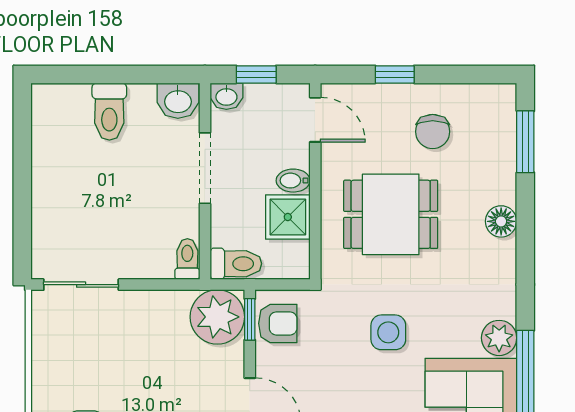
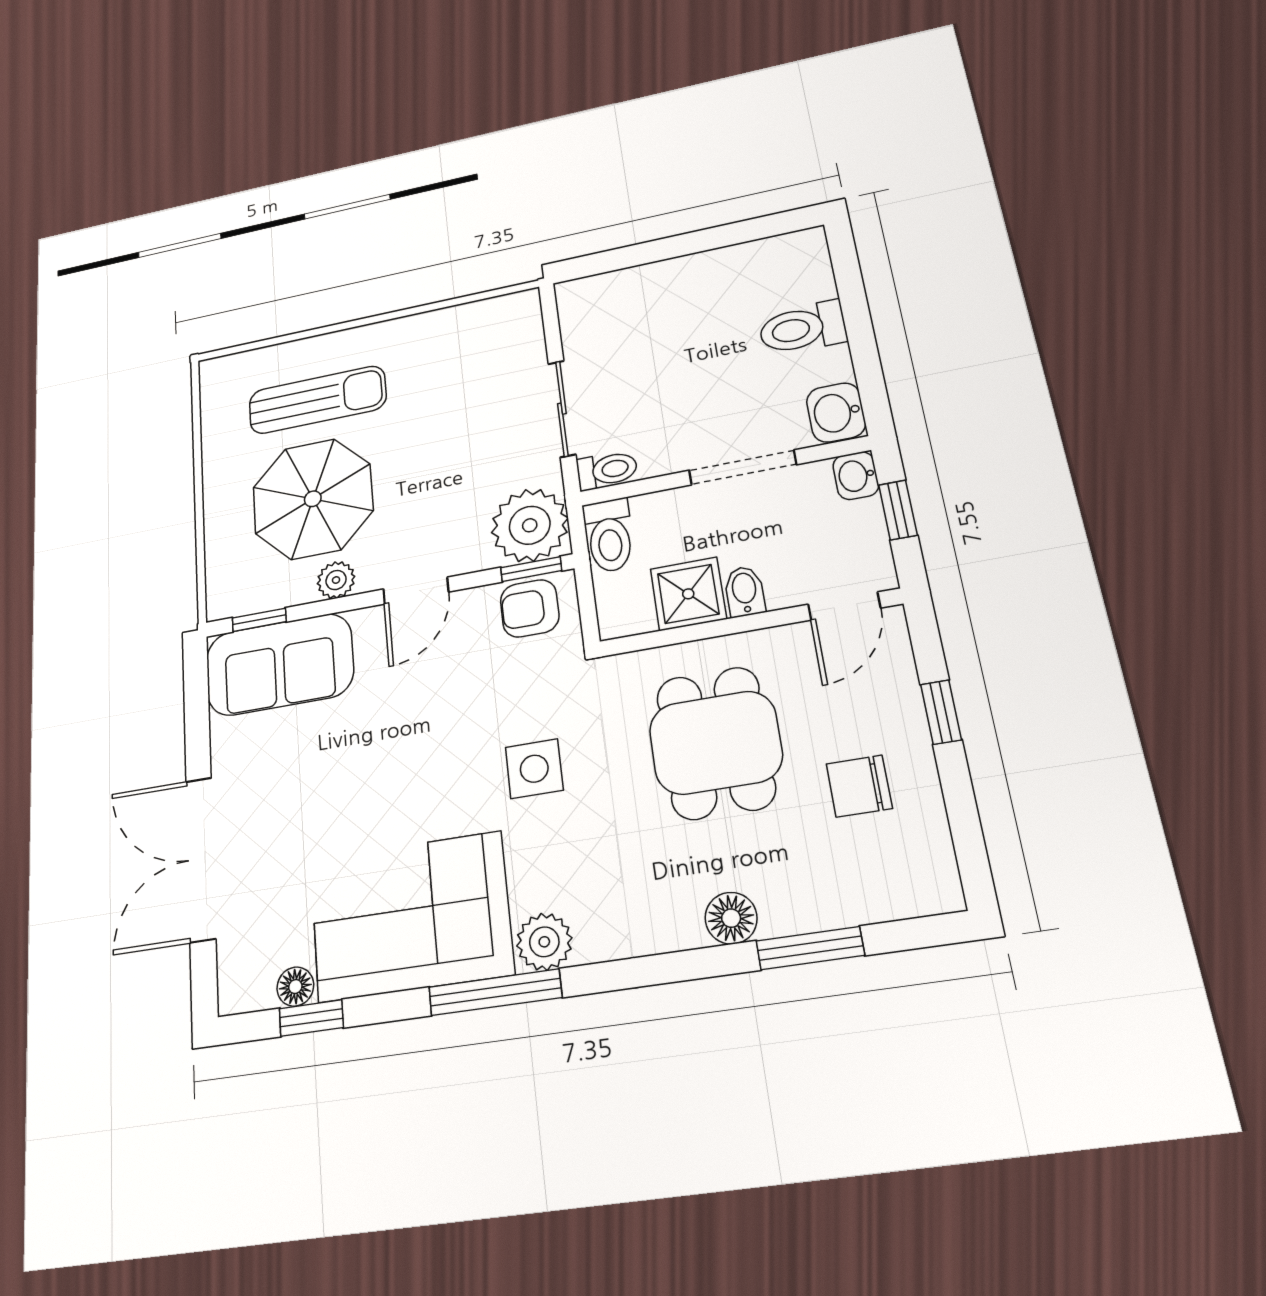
window: (525, 142) -> (810, 948), moved
sliding door: (81, 285) -> (562, 409), moved
armchair: (278, 323) -> (530, 608), turned 90

